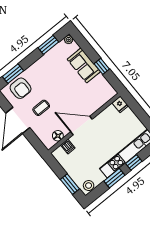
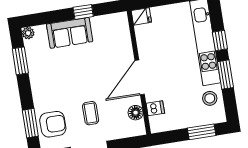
stool: (89, 186) -> (210, 98), moved

